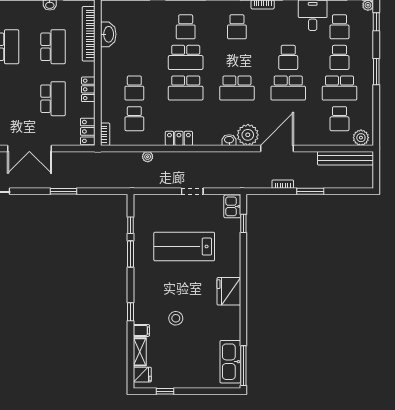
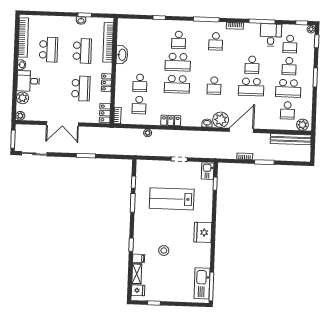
washbasin: (108, 34) -> (122, 55), moved
school desk: (237, 88) -> (214, 86), width x0.54

